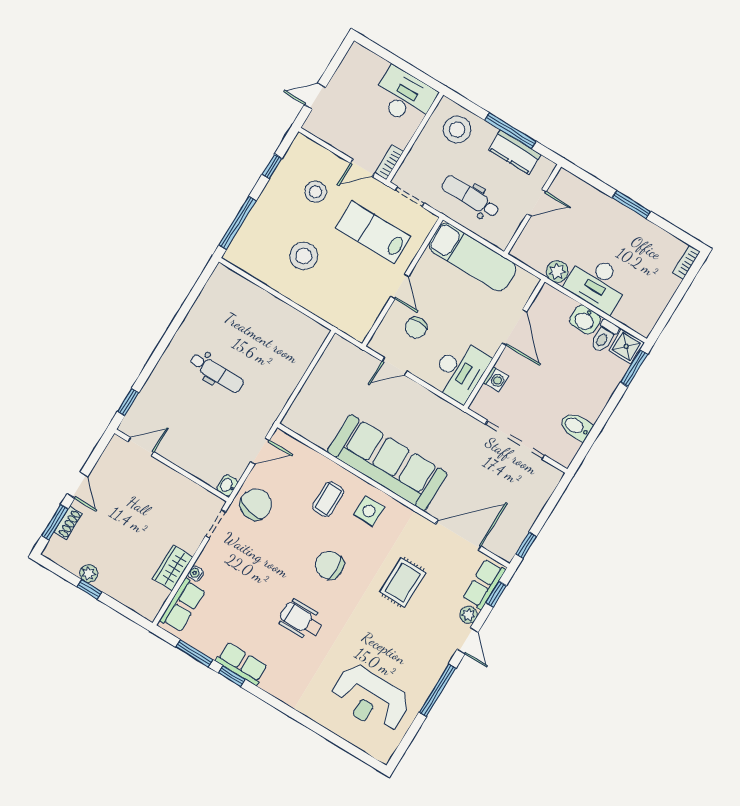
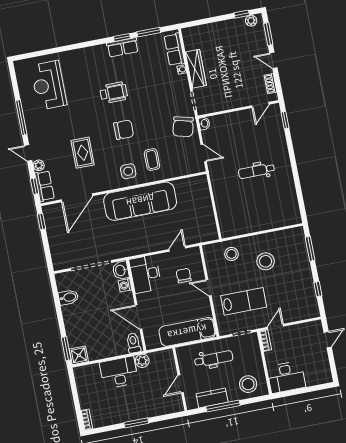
stool: (316, 192) -> (231, 254), moved
window: (237, 223) -> (310, 249), width x0.69
washbasin: (585, 320) -> (121, 270), moved, turned -90
toilet: (604, 336) -> (133, 343), moved
door: (260, 451) -> (204, 153), swing flipped
shoe rack: (68, 523) -> (271, 84), moved
wardrobe: (173, 568) -> (196, 69), width x1.50
plant: (89, 573) -> (251, 21), moved
window: (89, 589) -> (242, 14), moved
reception desk: (370, 699) -> (49, 85), turned -90

